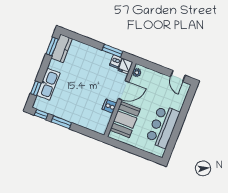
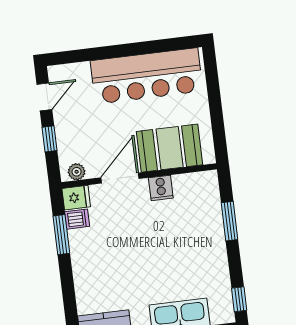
window: (158, 68) -> (50, 139), added
door: (124, 90) -> (120, 178), hinge flipped
window: (61, 122) -> (230, 221), moved
bar counter: (163, 127) -> (147, 76), width x1.36

